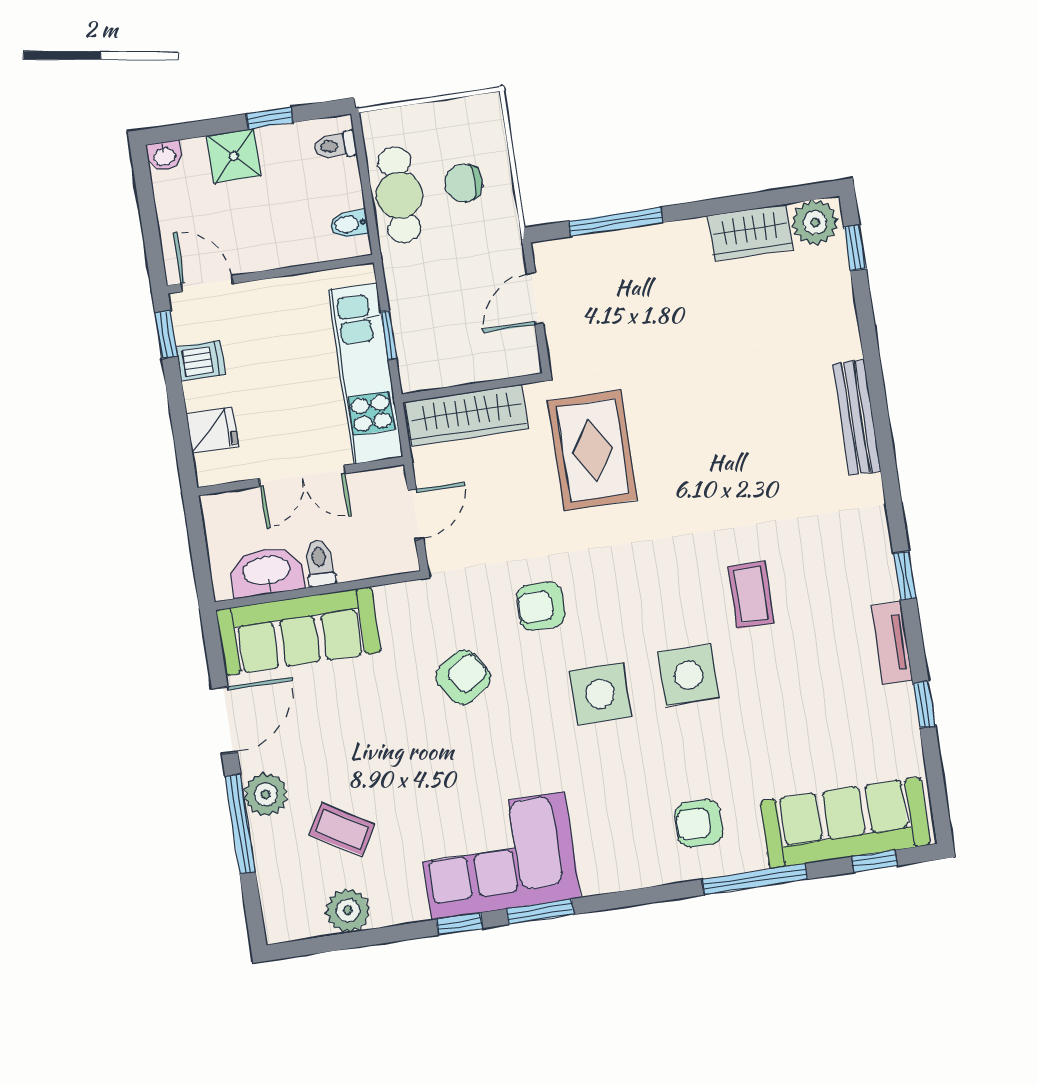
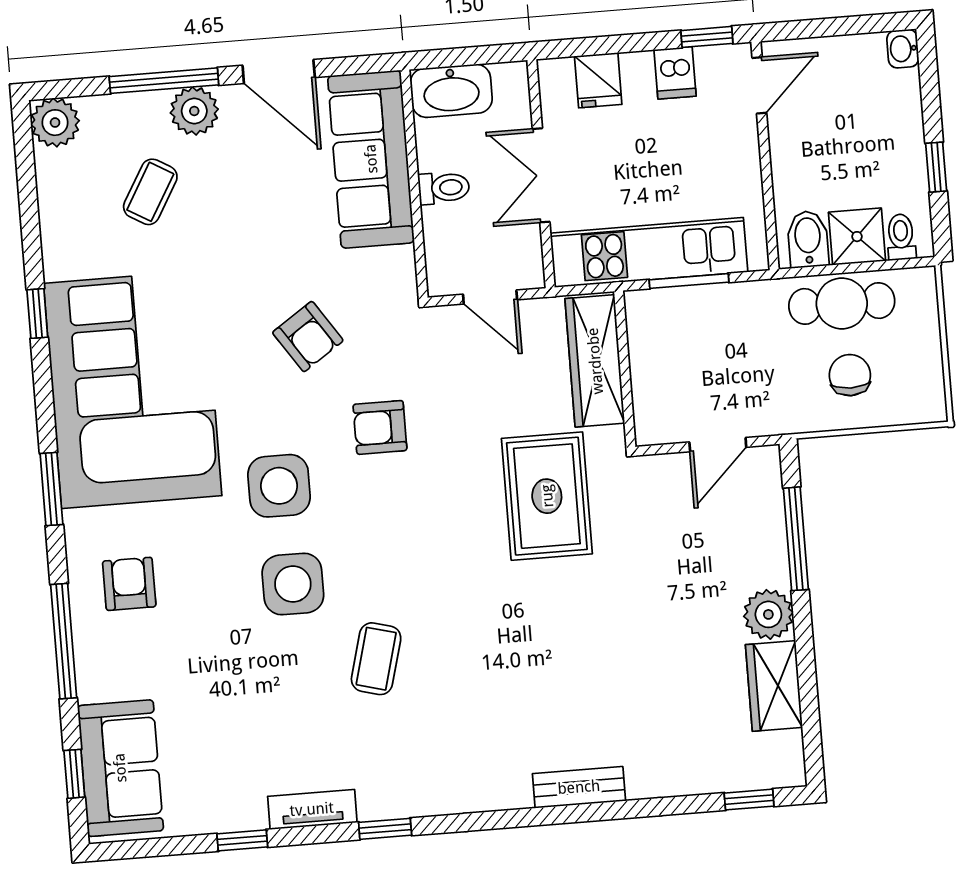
shower: (234, 156) -> (857, 237), moved
plant: (815, 222) -> (768, 614), moved
bidet: (349, 224) -> (808, 239), width x1.38, depth x1.36
door: (535, 298) -> (718, 445), swing flipped
window: (389, 335) -> (689, 281), width x1.50
bench: (857, 418) -> (579, 787), width x0.73
rug: (593, 450) -> (547, 496), turned 90
washbasin: (267, 572) -> (451, 91), moved, turned 90
coffee table: (751, 595) -> (376, 659), turned -75
armchair: (541, 606) -> (380, 427), turned -90
sofa: (845, 823) -> (120, 768), width x0.73
corner sofa: (498, 856) -> (133, 389), width x1.36, depth x1.36
plant: (348, 910) -> (55, 123), moved
window: (540, 912) -> (51, 489), moved

